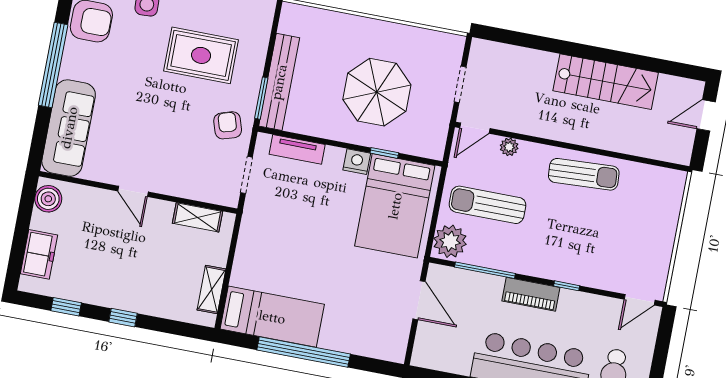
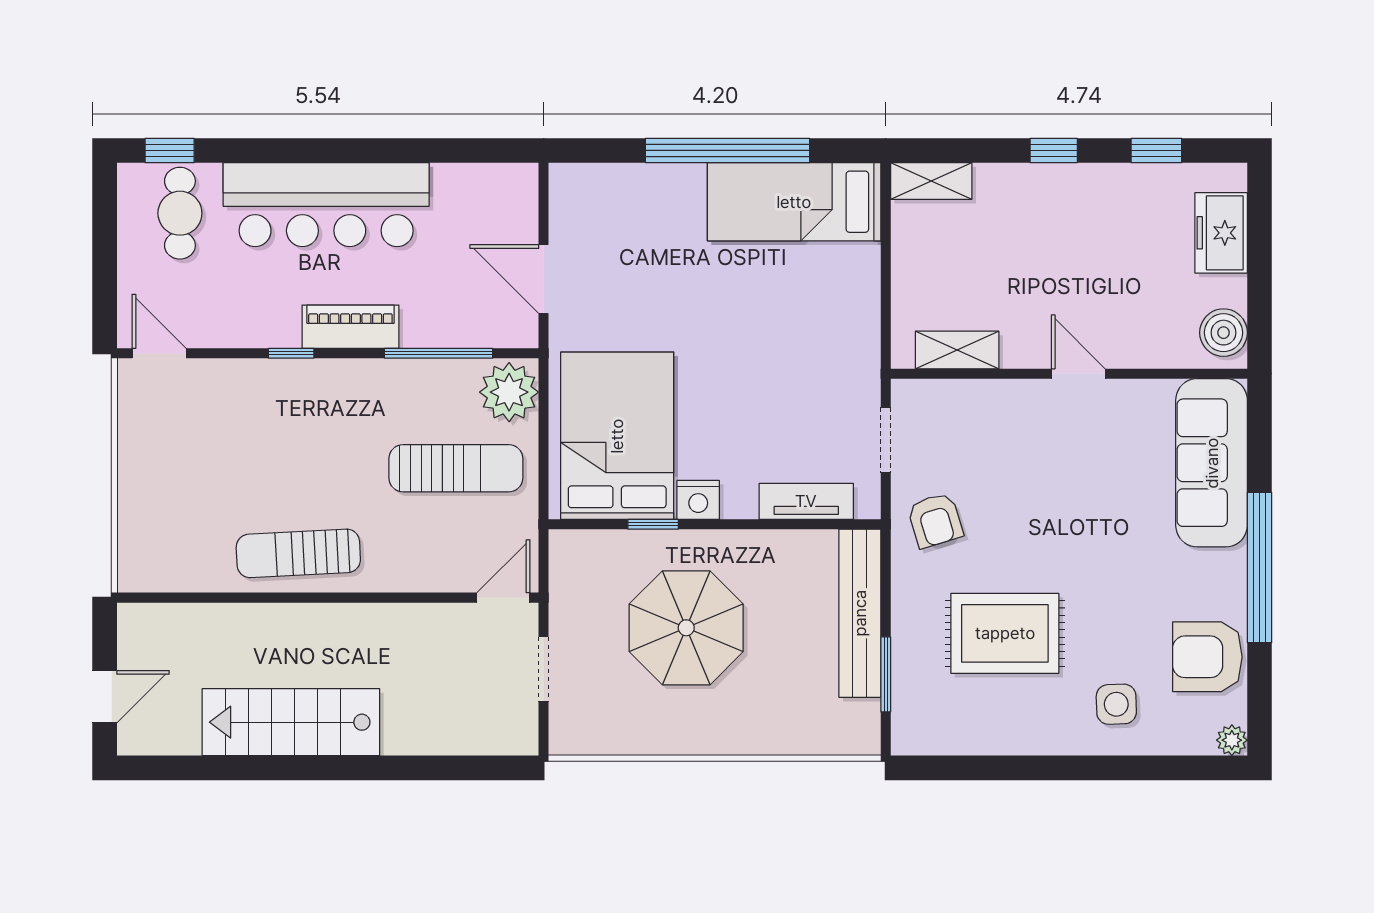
window: (261, 98) -> (886, 674), moved
plant: (509, 147) -> (437, 576), removed
shelving: (211, 290) -> (931, 181), moved, turned 90
door: (640, 300) -> (159, 353), hinge flipped

